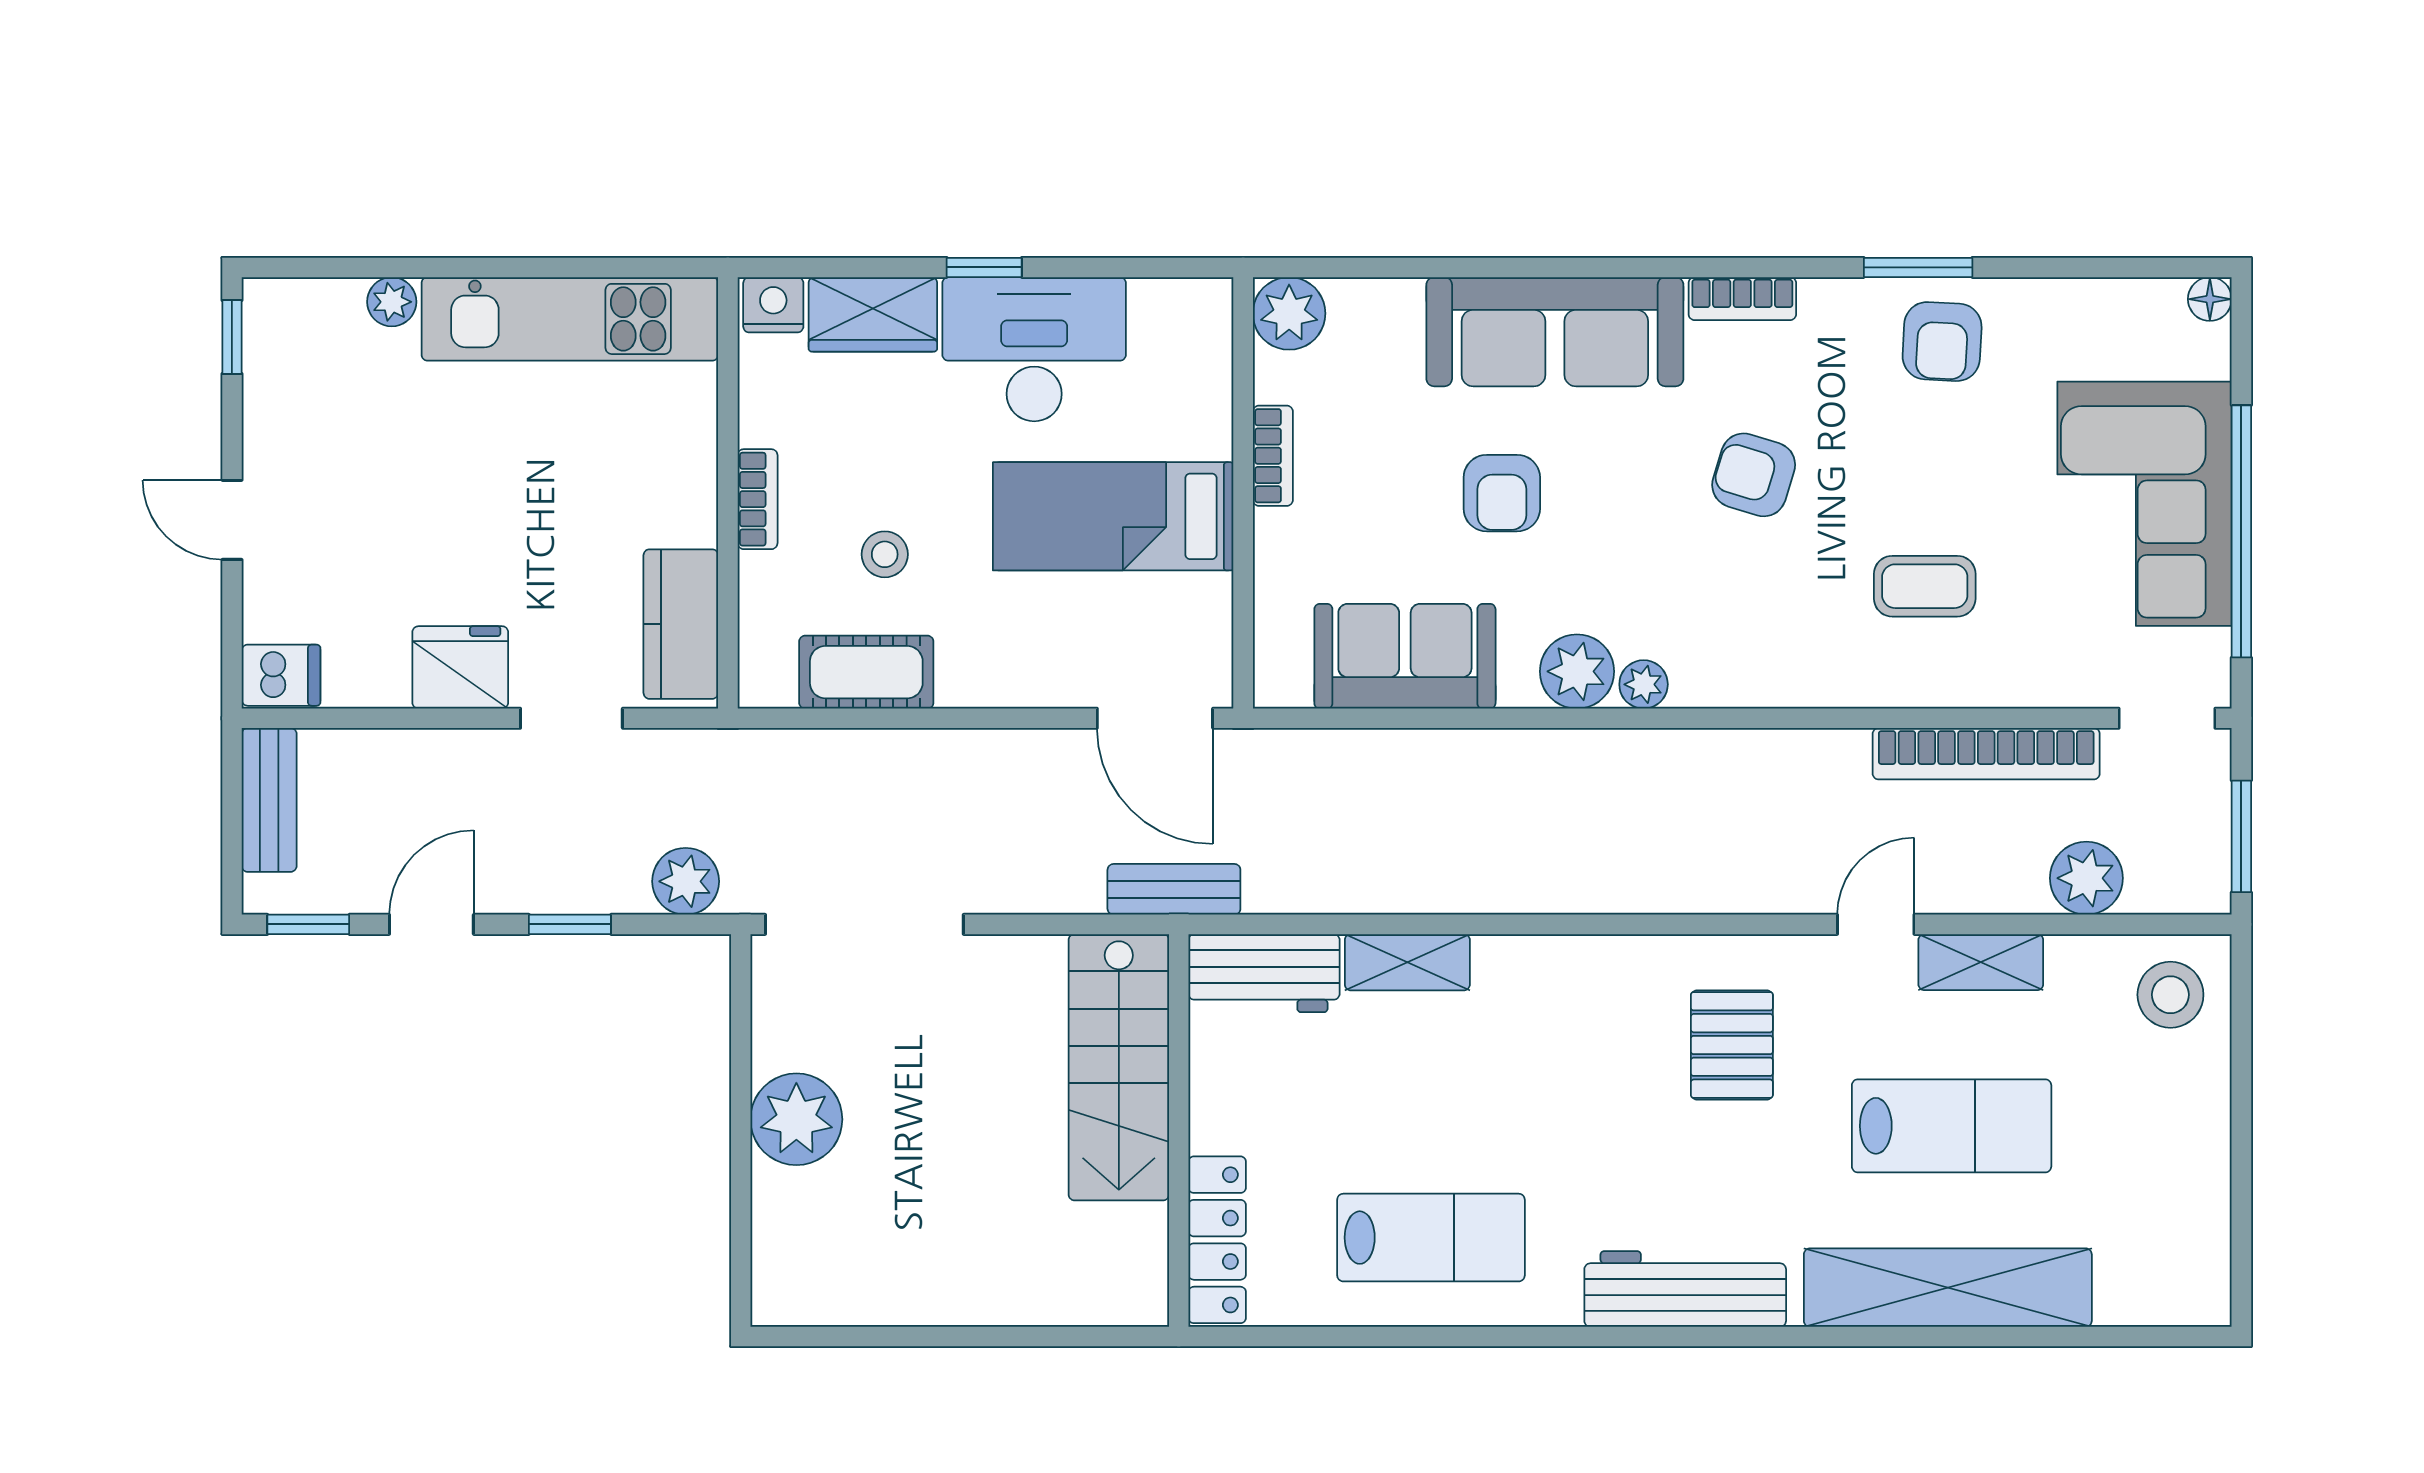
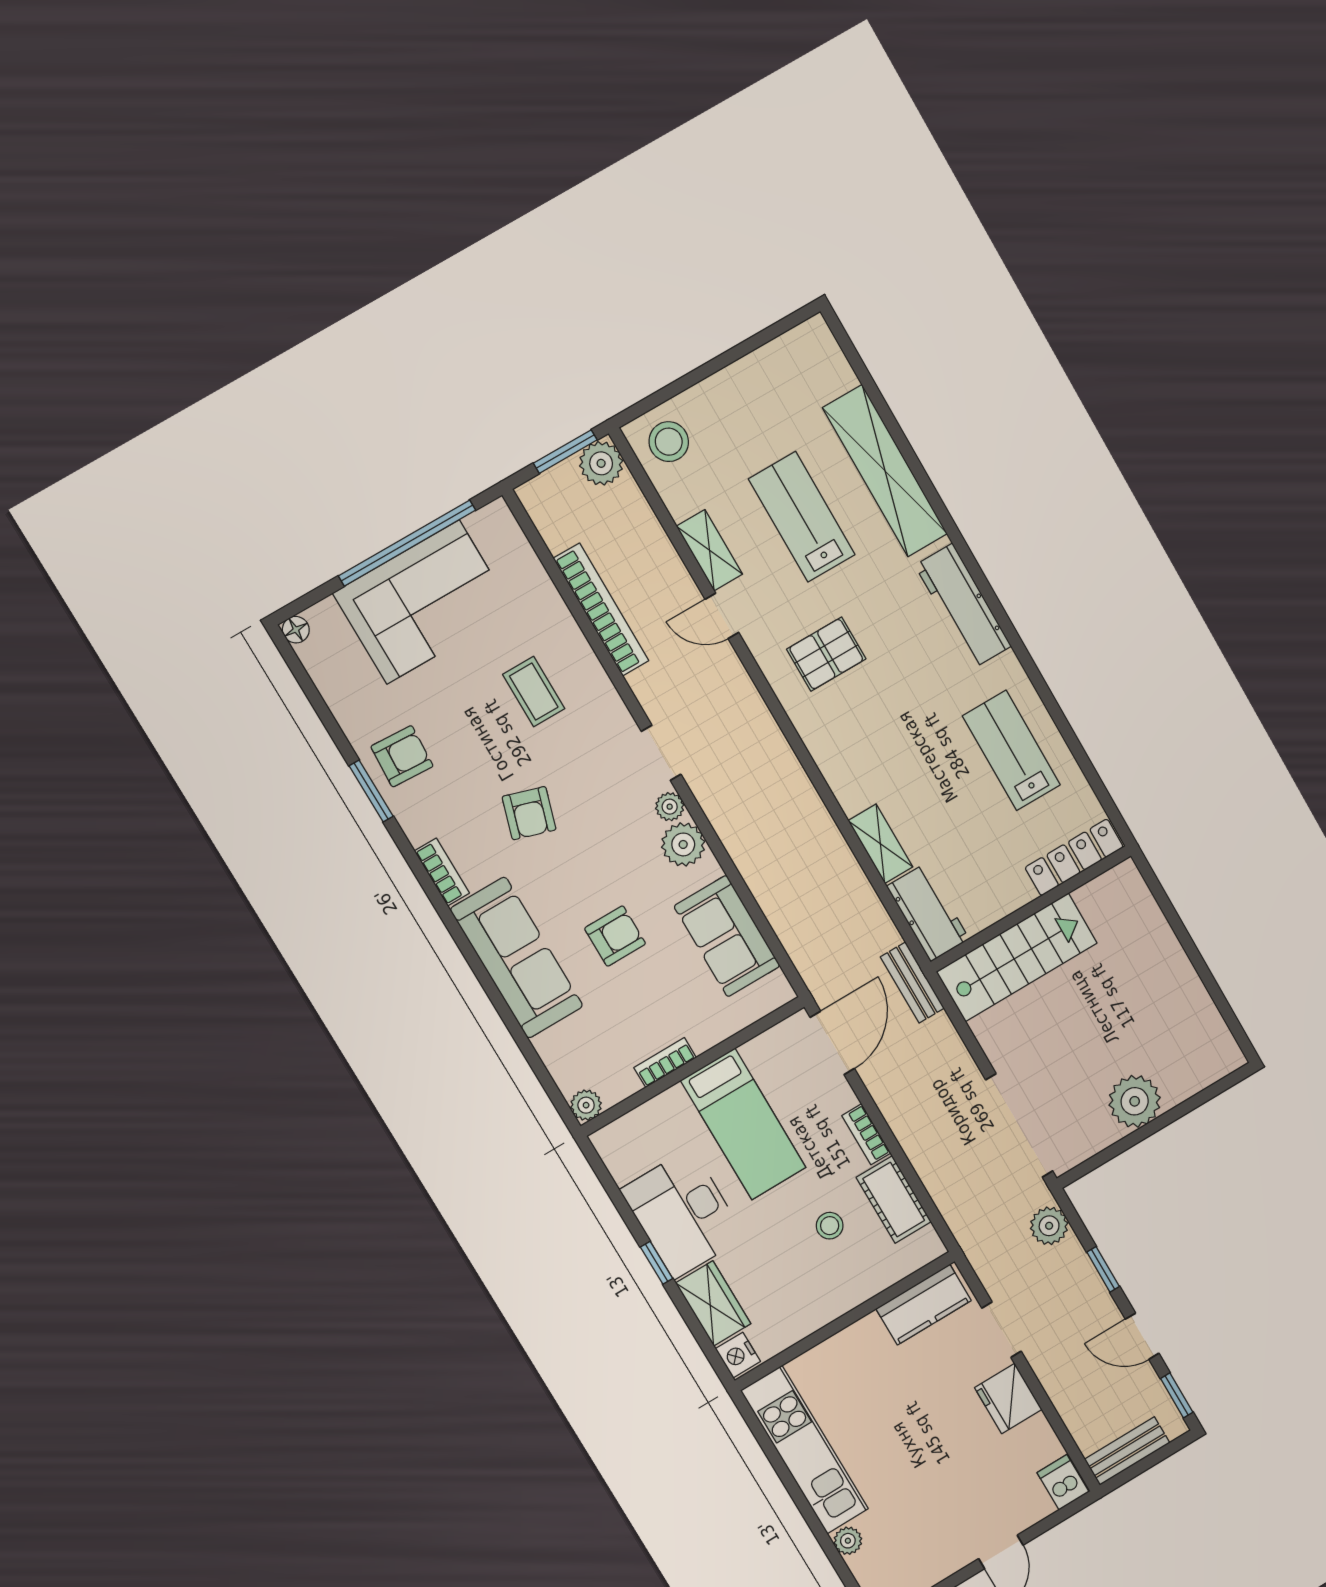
plant: (1289, 313) -> (586, 1105), width x0.73, depth x0.73
bookcase: (758, 499) -> (866, 1134), moved, turned -90
doorway: (2167, 718) -> (661, 753), moved
plant: (2086, 878) -> (601, 463), moved

